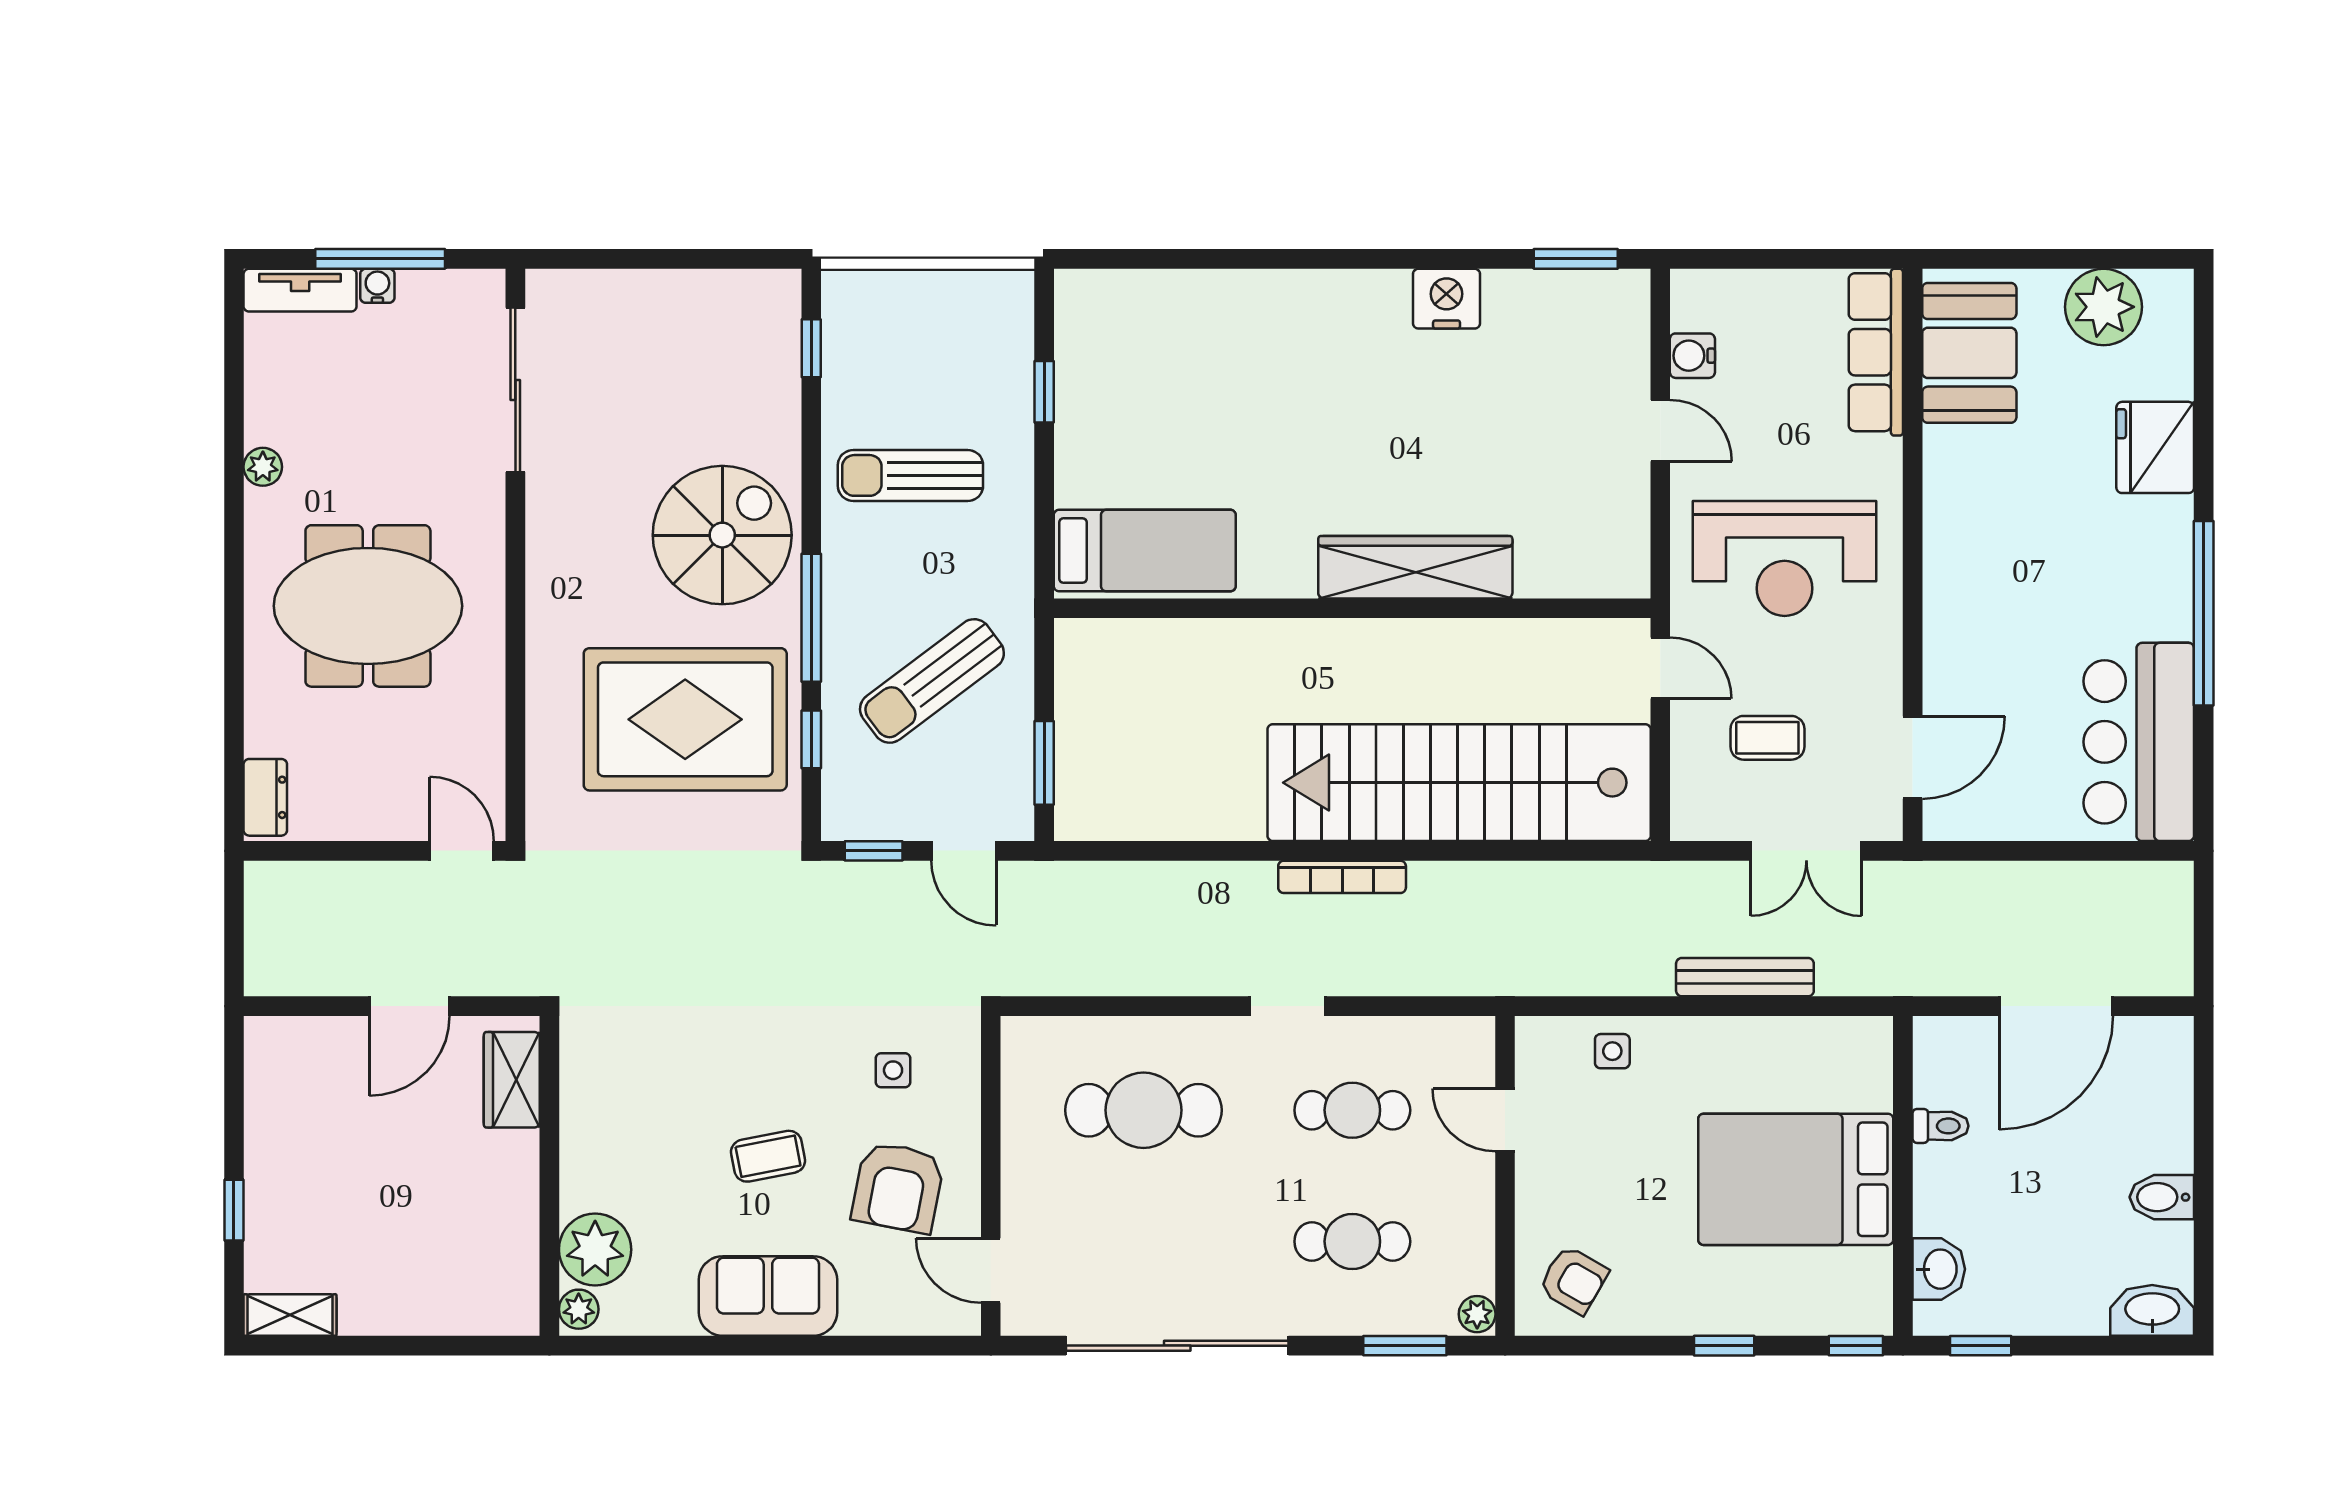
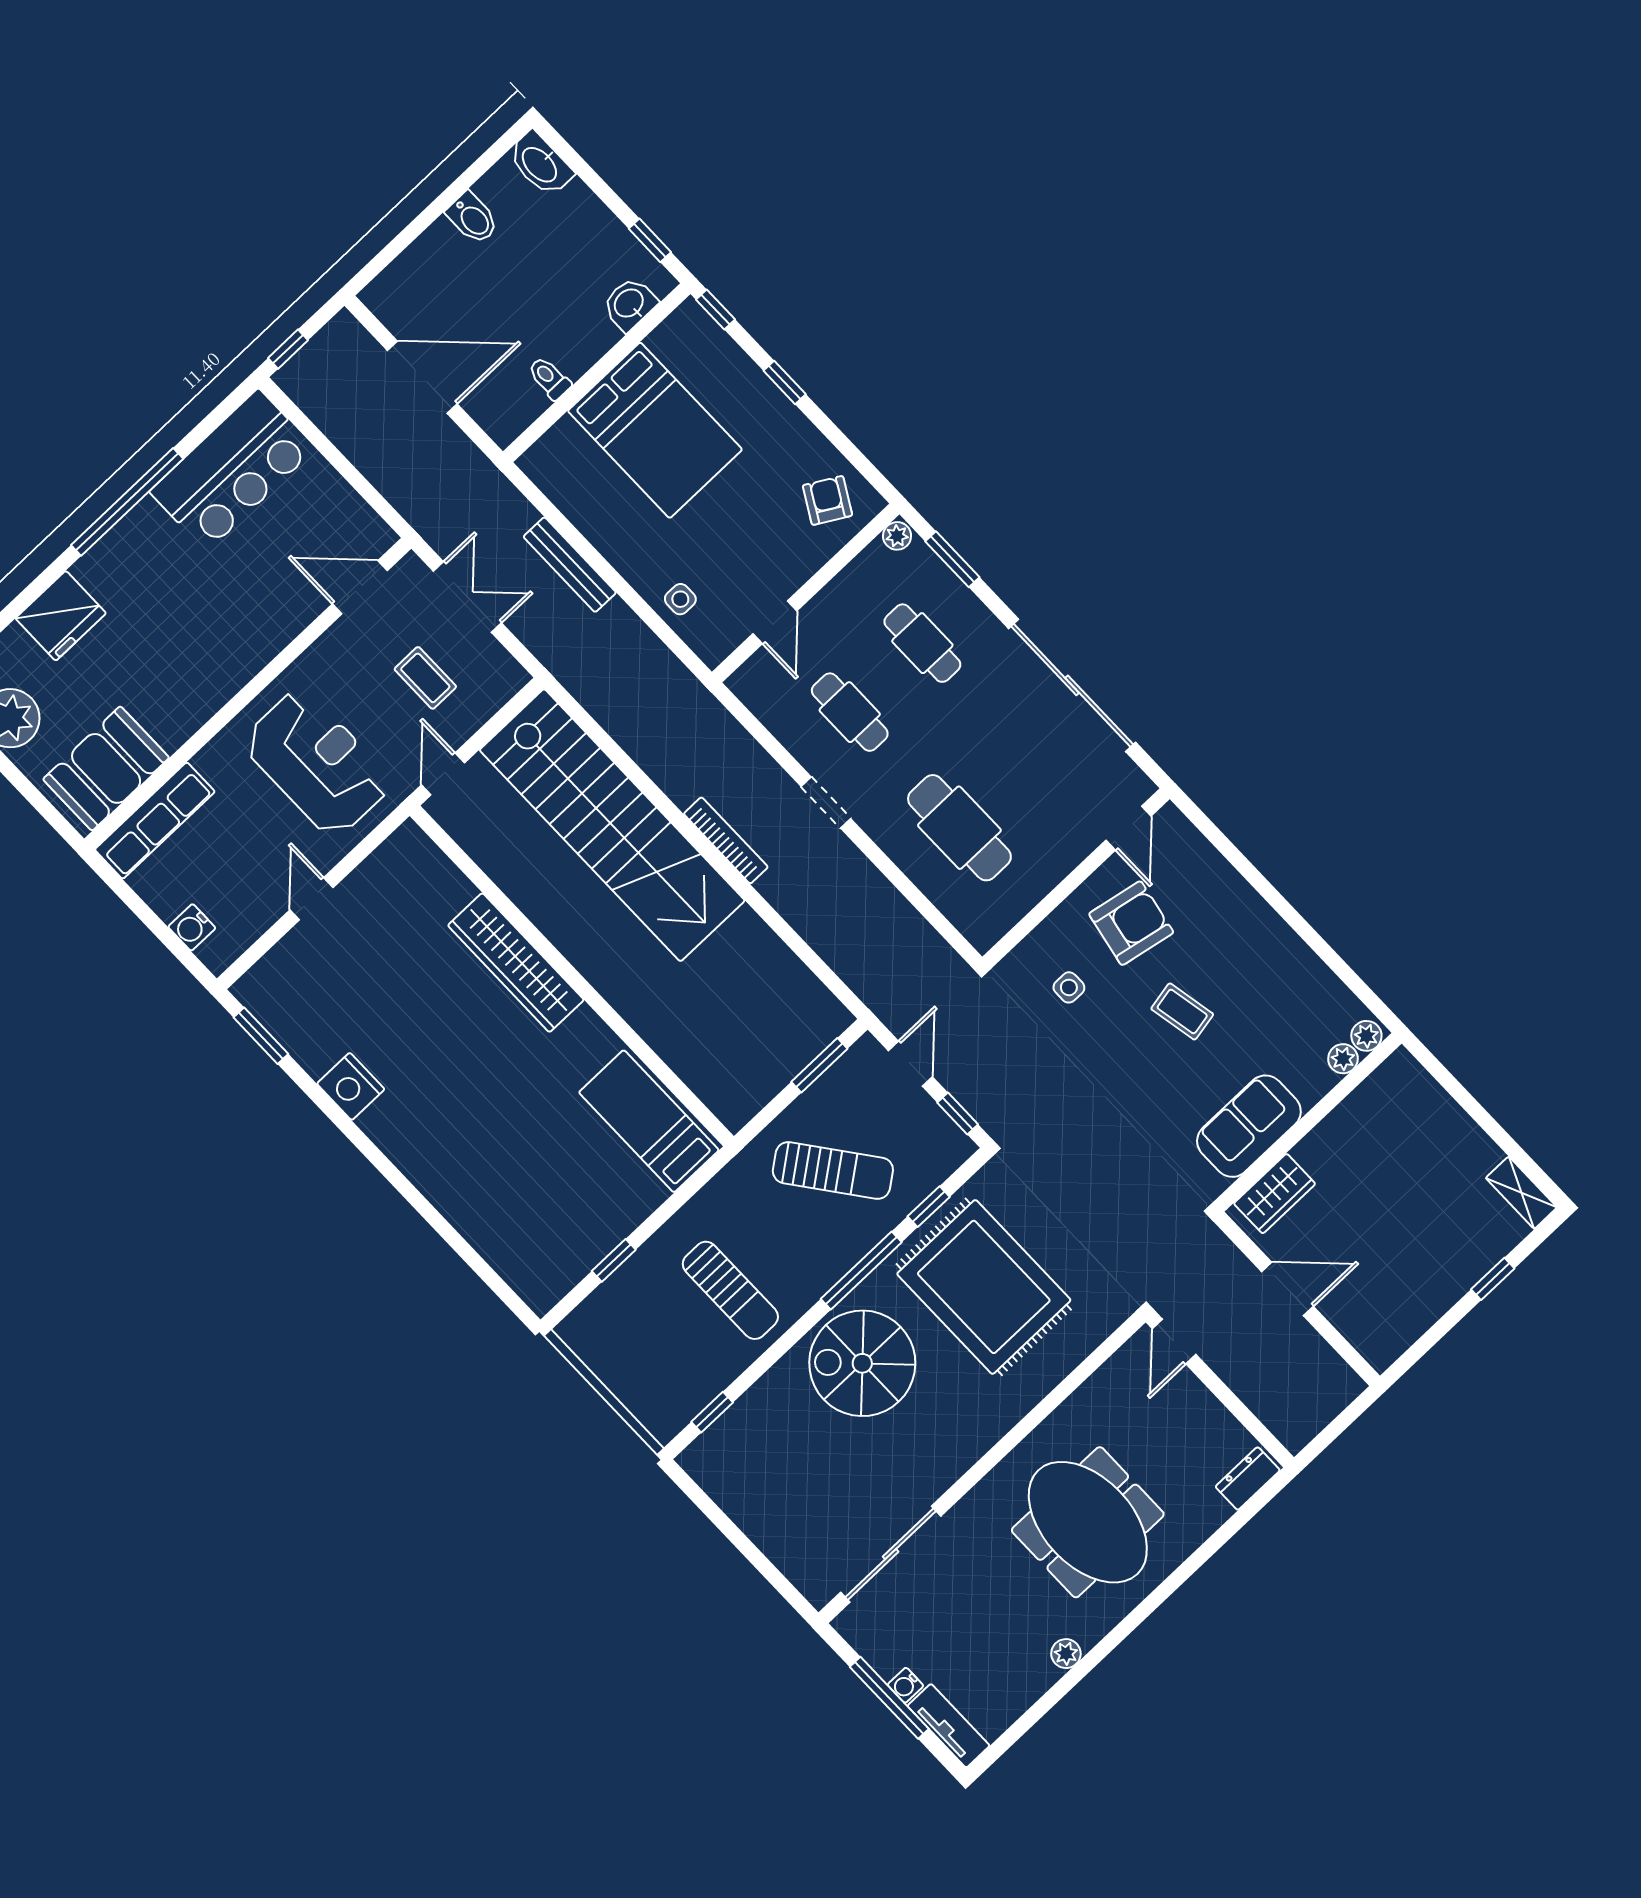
water cooler: (1692, 356) -> (192, 927), moved, turned 90
window: (2204, 904) -> (288, 349), added
plant: (595, 1250) -> (1343, 1059), width x0.53, depth x0.53
sofa: (768, 1296) -> (1249, 1126), moved, turned 90

